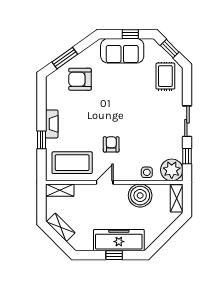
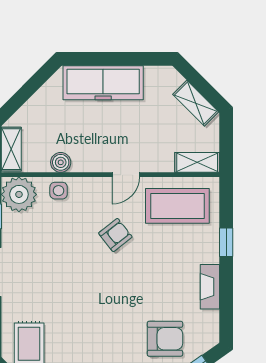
fireplace: (52, 124) -> (210, 287), moved
armchair: (111, 144) -> (115, 235), turned -128
boiler: (140, 195) -> (61, 162), width x0.54, depth x0.54
window: (114, 255) -> (111, 59), removed

